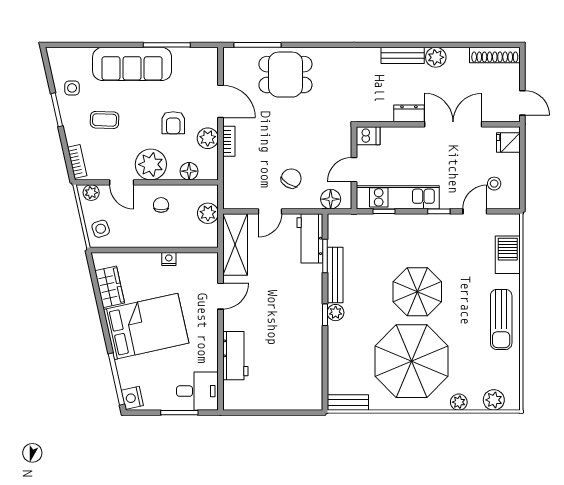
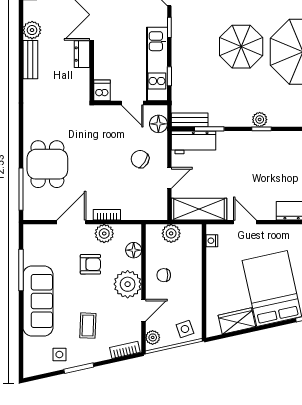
door: (270, 211) -> (169, 178), hinge flipped
nightstand: (169, 259) -> (212, 241), moved
bench: (335, 275) -> (190, 120), moved, width x0.73

